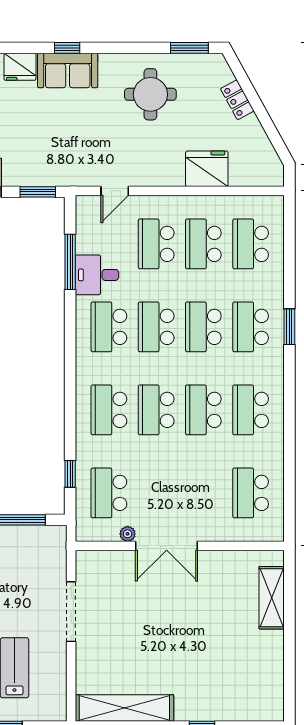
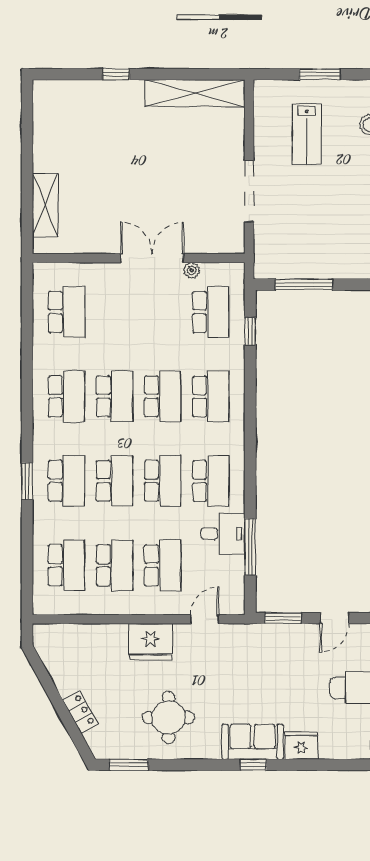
fridge: (207, 169) -> (151, 642), moved

